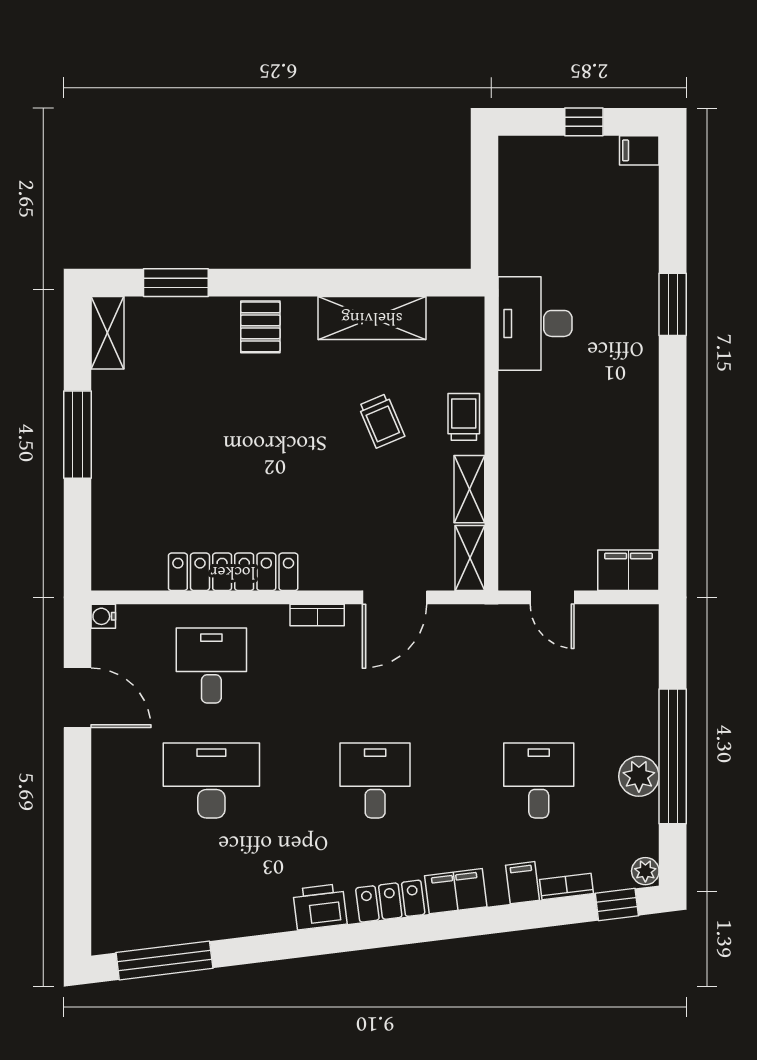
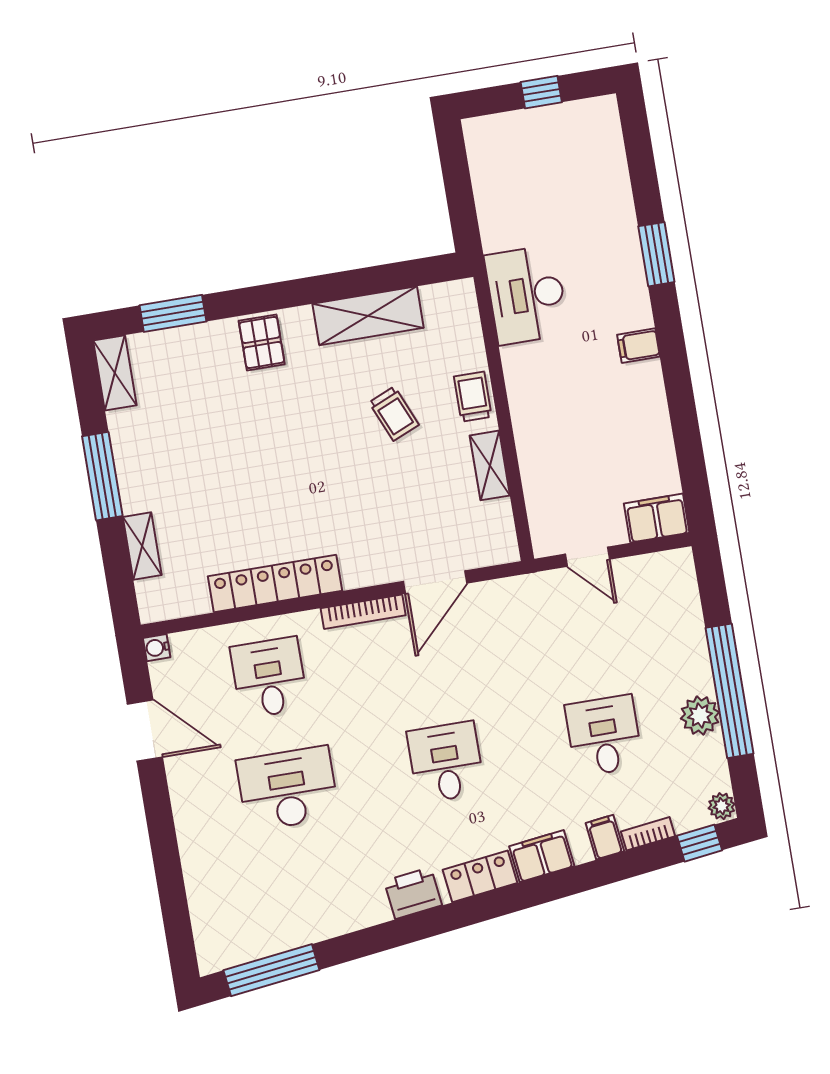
filing cabinet: (639, 150) -> (639, 346), moved
shelving: (470, 558) -> (142, 546), moved
bookcase: (317, 615) -> (363, 612), width x1.56

